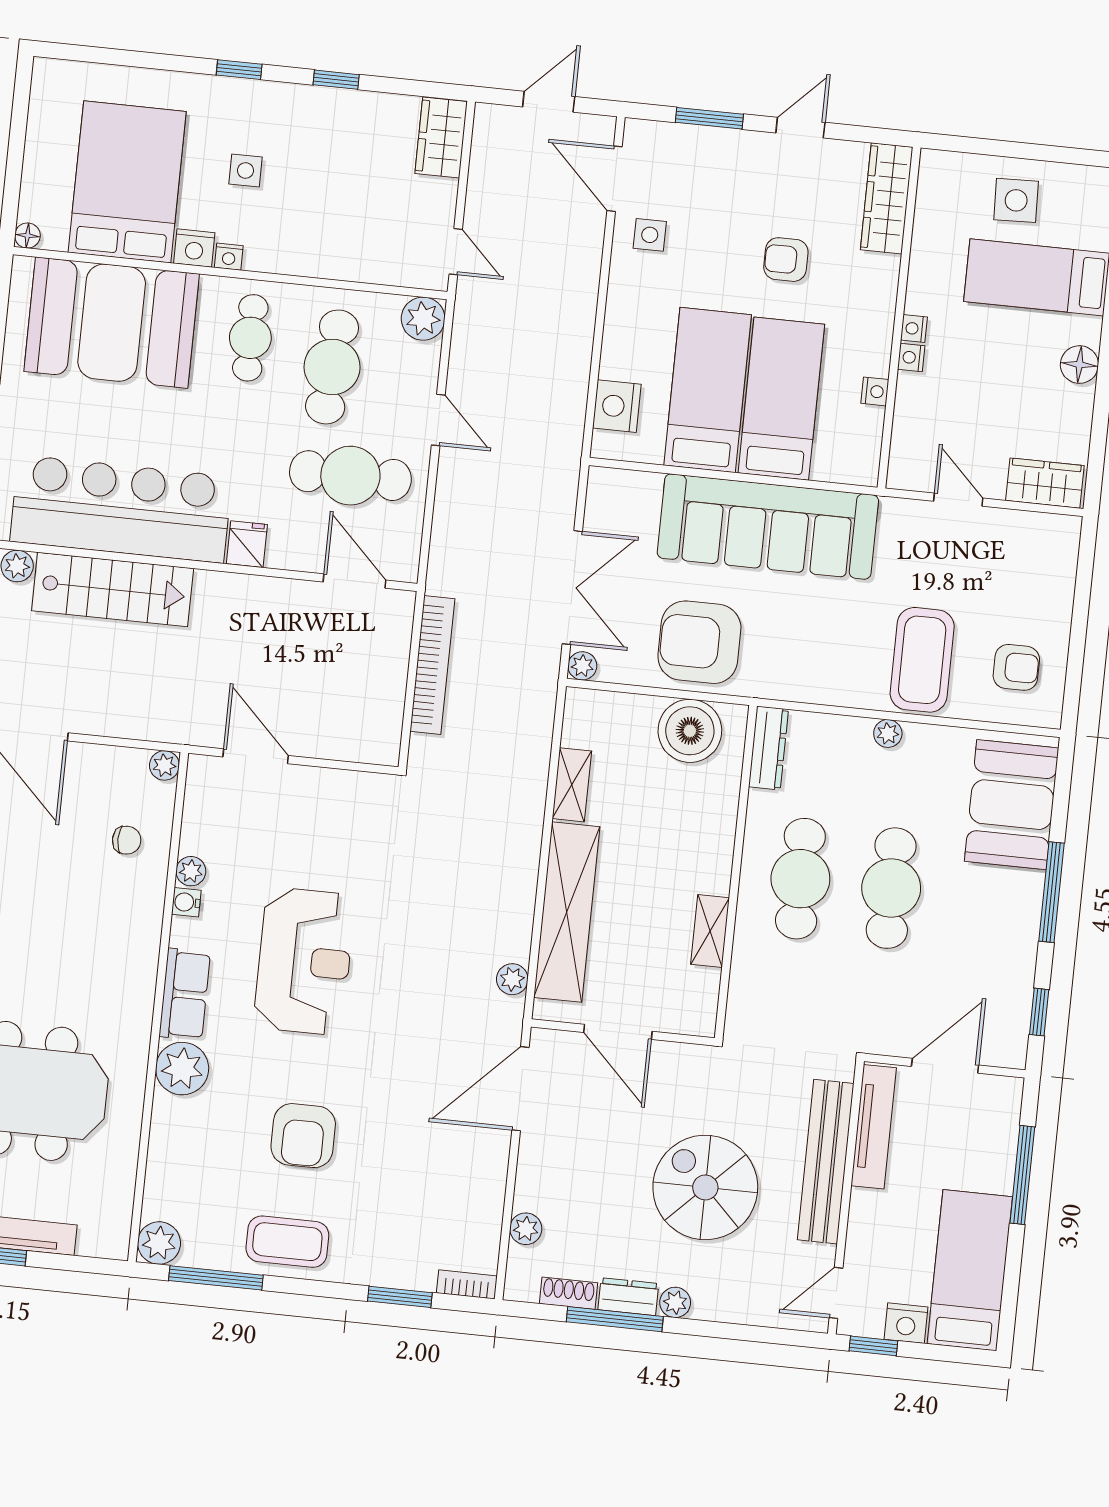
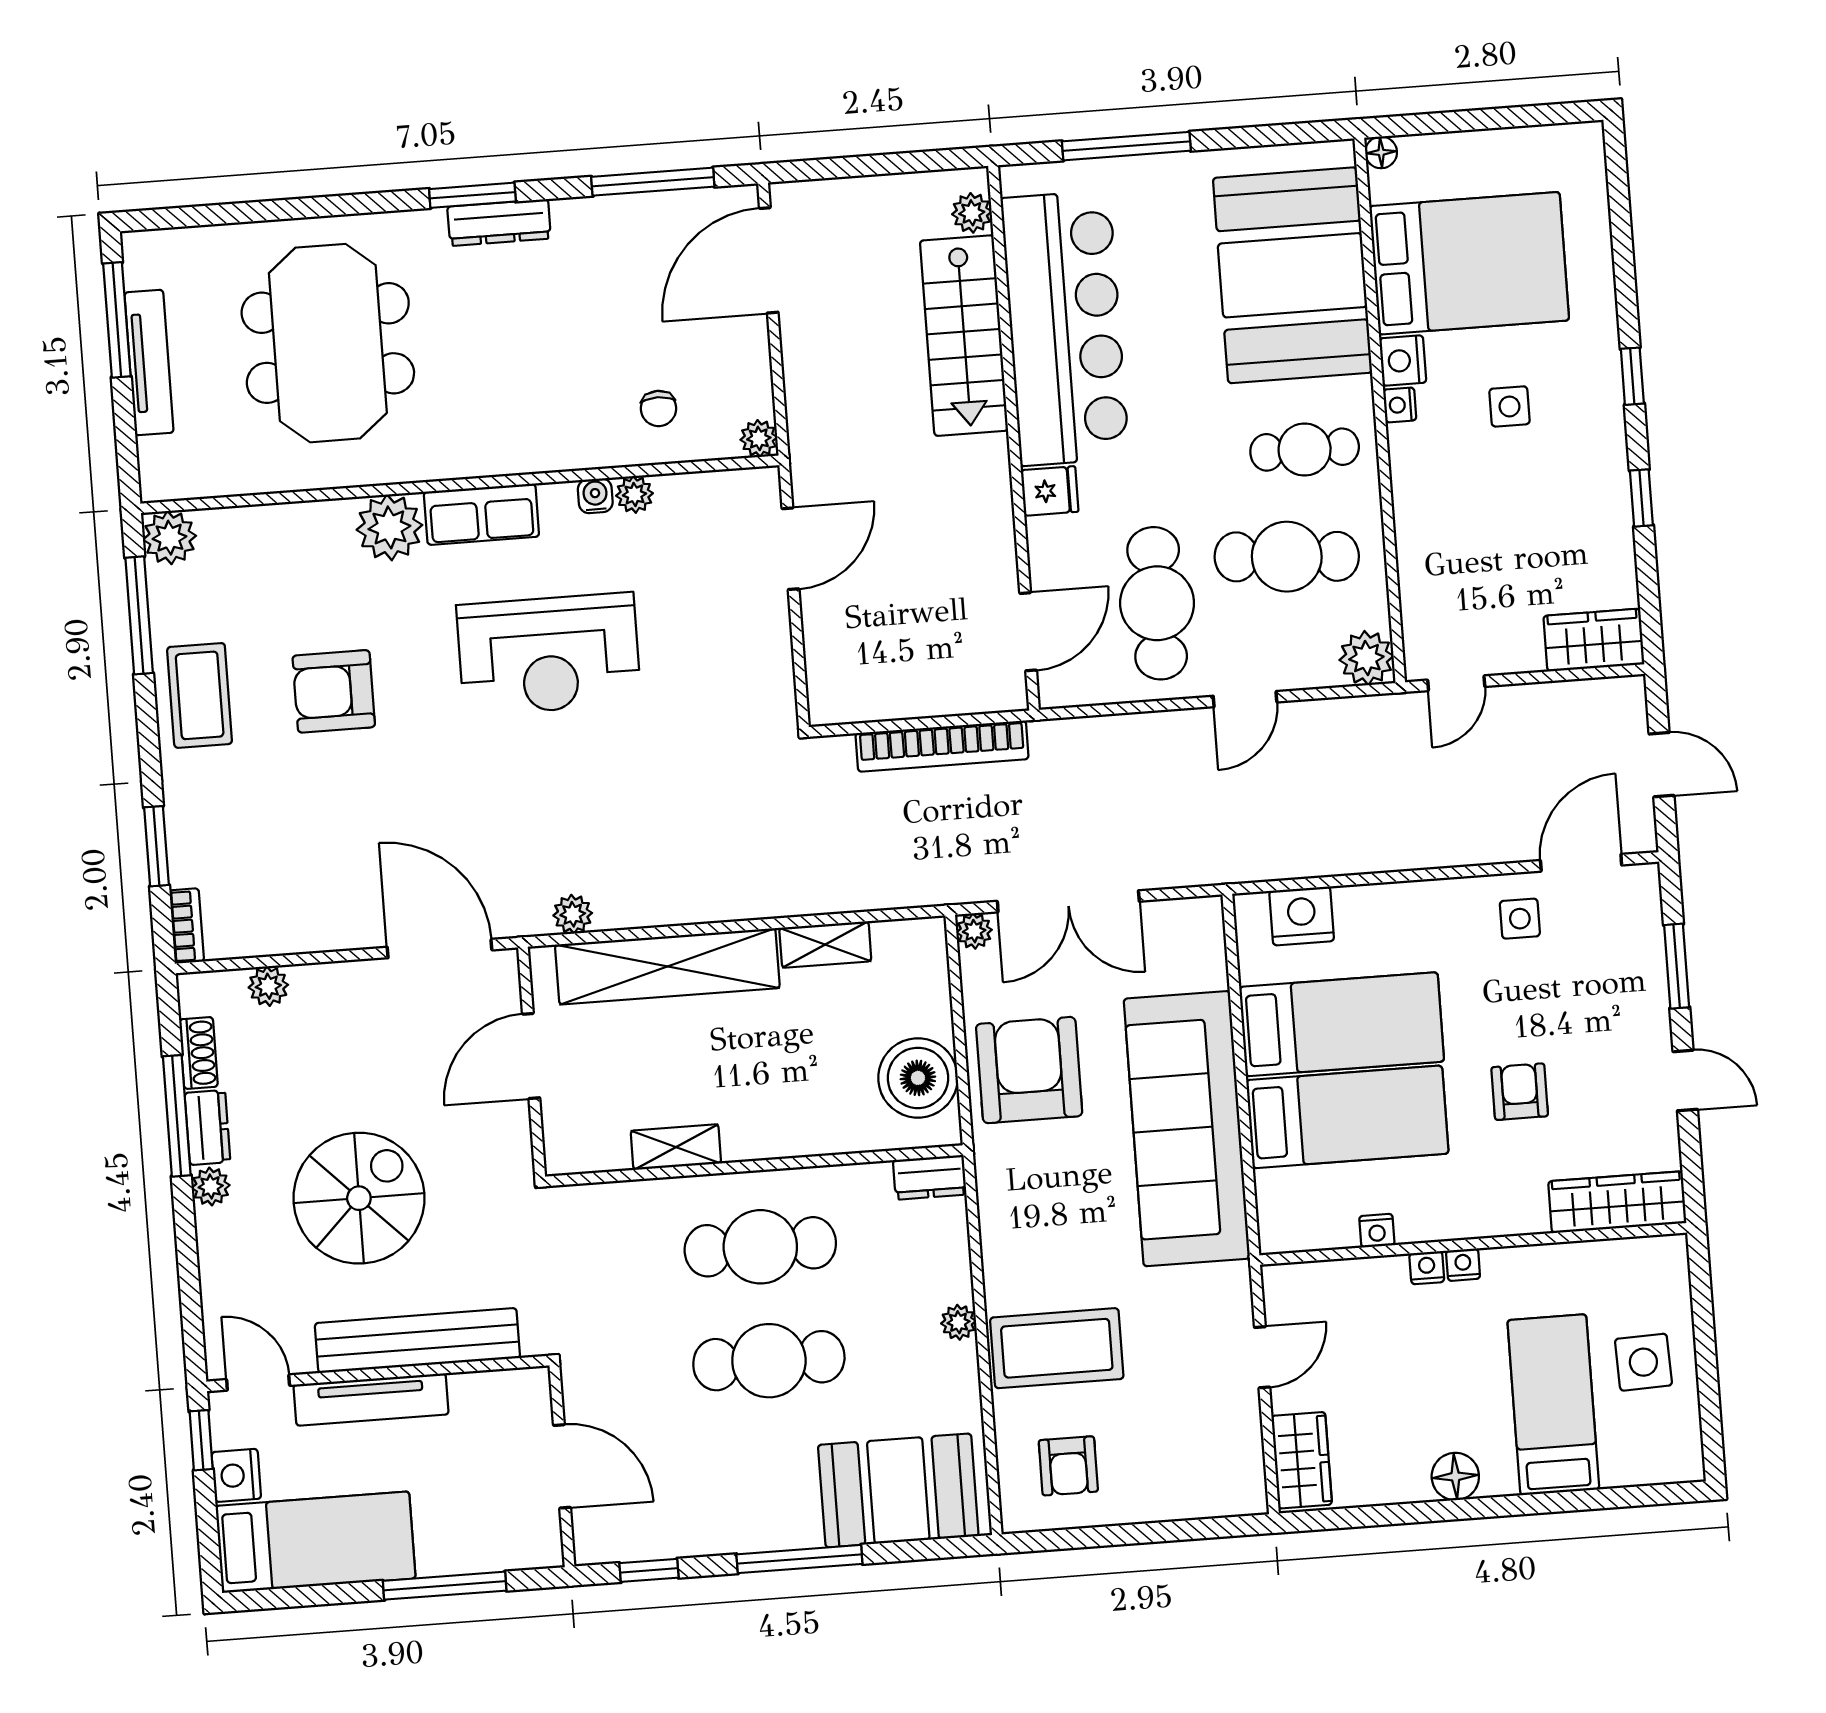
dresser: (768, 748) -> (930, 1177), width x0.70
tv unit: (874, 1127) -> (371, 1400), moved

